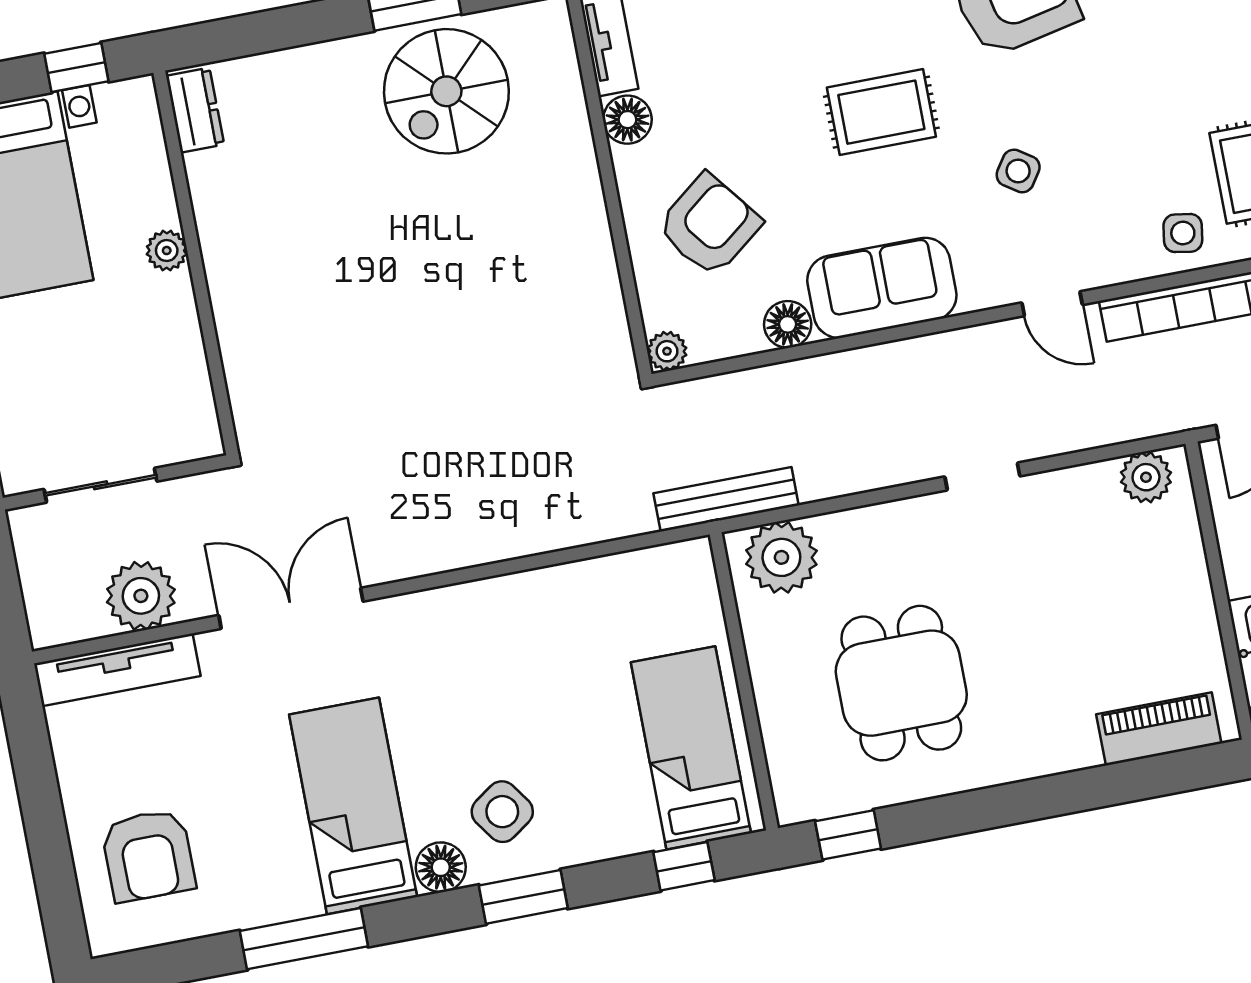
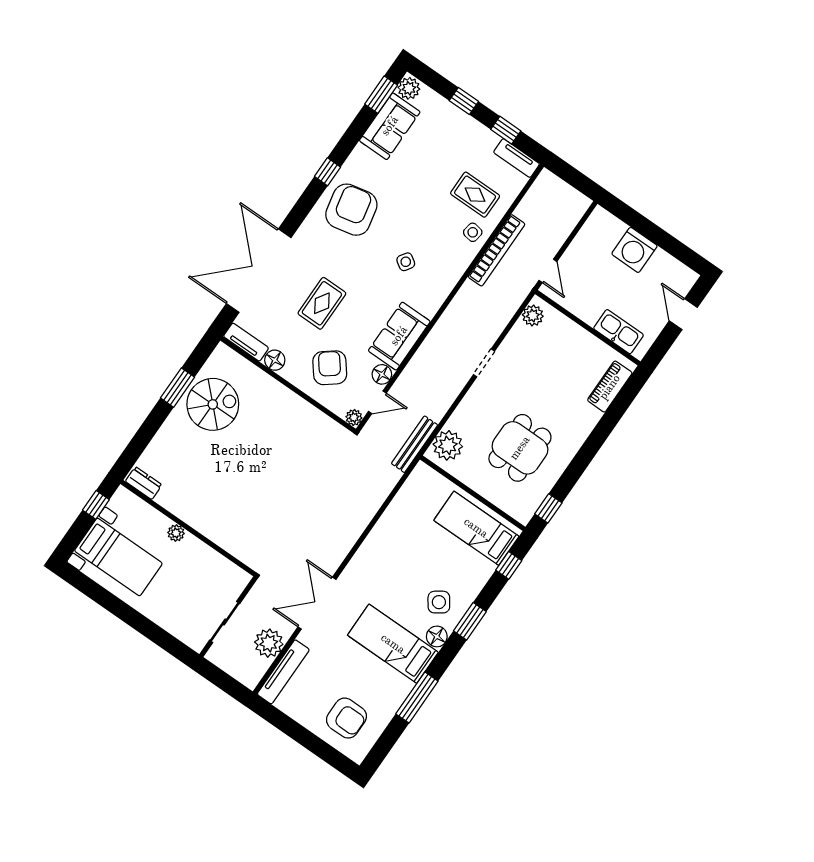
spiral stairs: (446, 91) -> (213, 404), turned -90
rug: (881, 112) -> (322, 303), moved
door: (1052, 304) -> (377, 402), moved
dining table: (901, 683) -> (520, 448), turned 90

